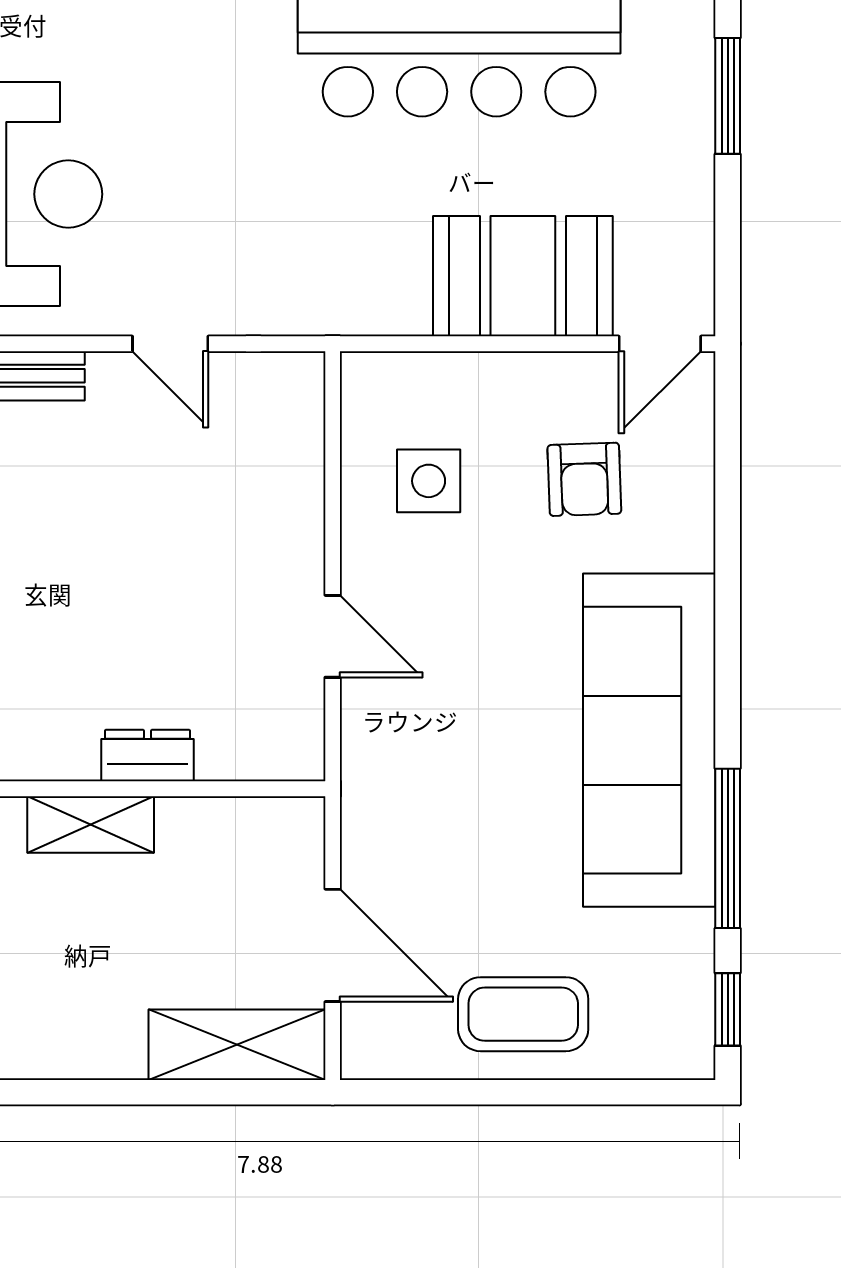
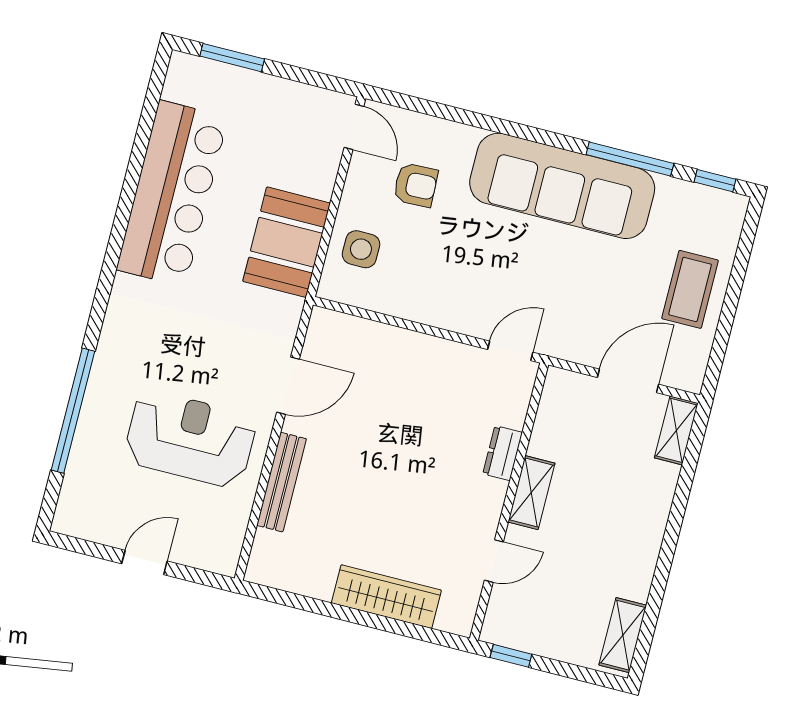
booth: (523, 276) -> (287, 242), moved
door: (170, 344) -> (288, 386), width x1.37
side table: (429, 481) -> (361, 249), moved
door: (333, 636) -> (510, 351), moved
shelving: (237, 1045) -> (676, 430), width x0.67, depth x0.75

